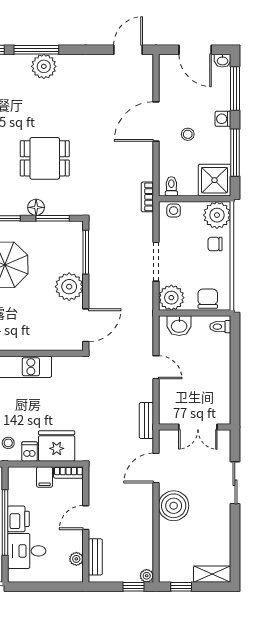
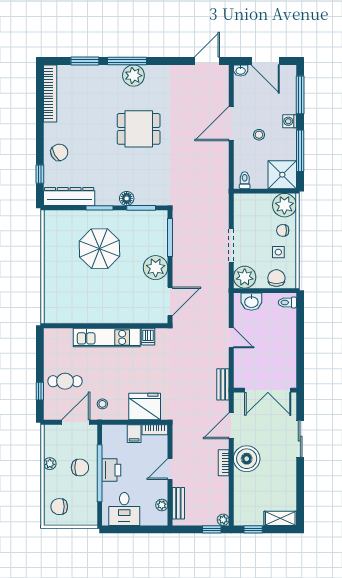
washbasin: (222, 61) -> (241, 70), moved
dining table: (45, 158) -> (139, 129), moved
bookcase: (147, 197) -> (224, 463), moved
side table: (174, 211) -> (278, 252), moved
double door: (198, 427) -> (268, 390), width x1.37
dishwasher: (30, 452) -> (148, 337), moved, turned 180
desk: (27, 551) -> (124, 509), moved, turned -90

